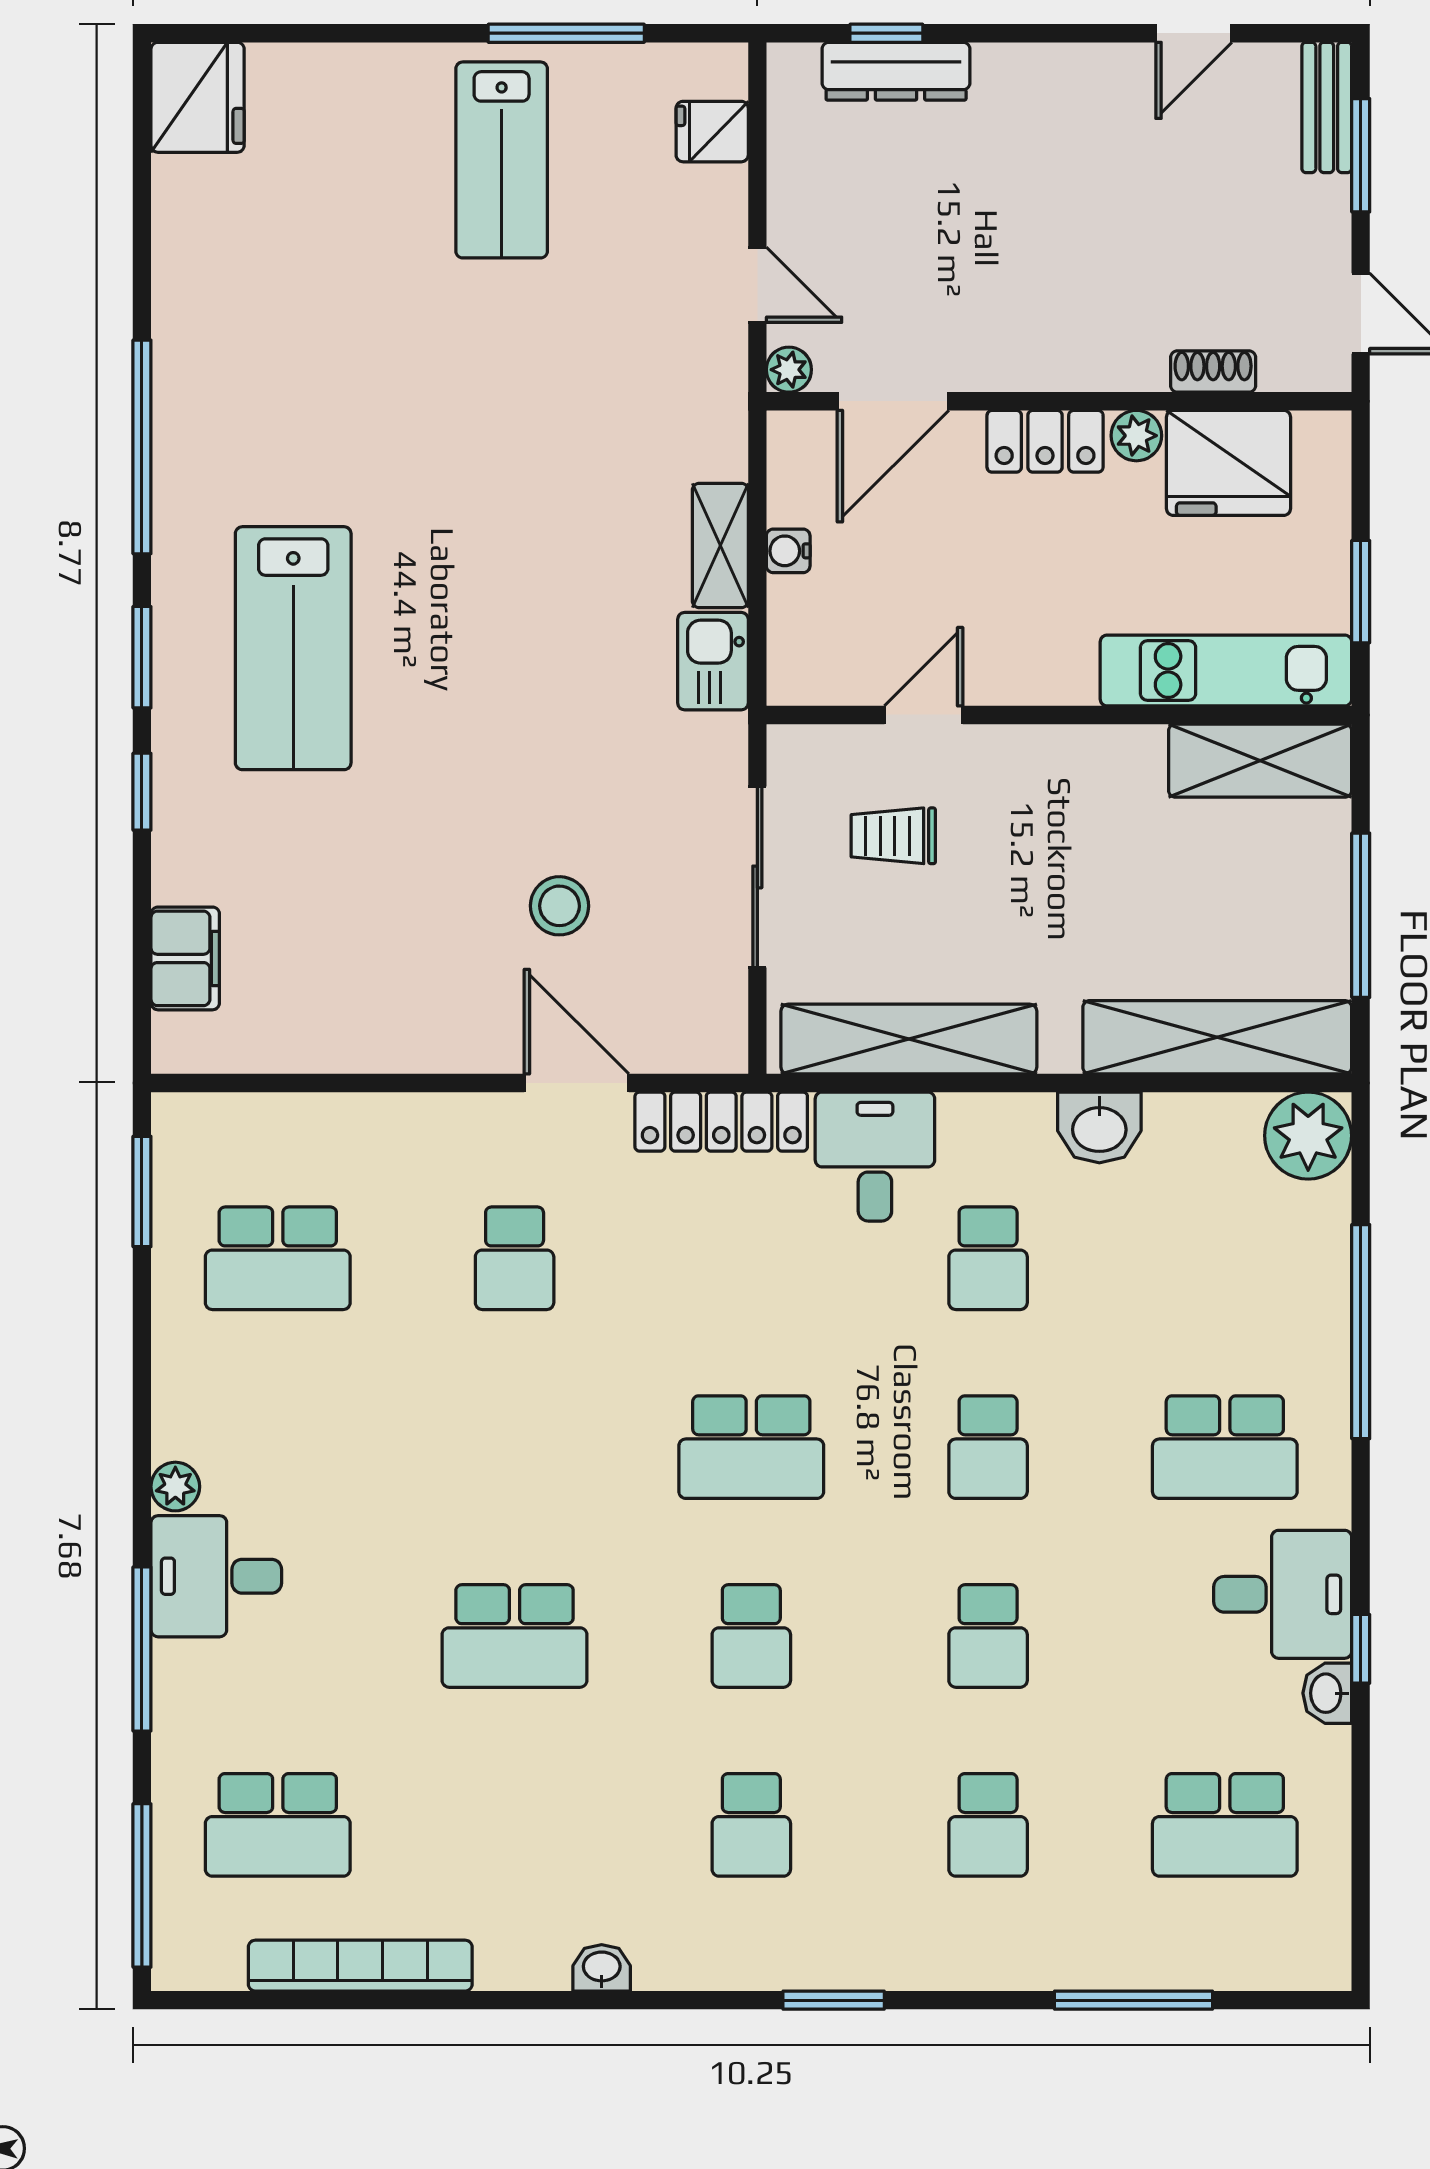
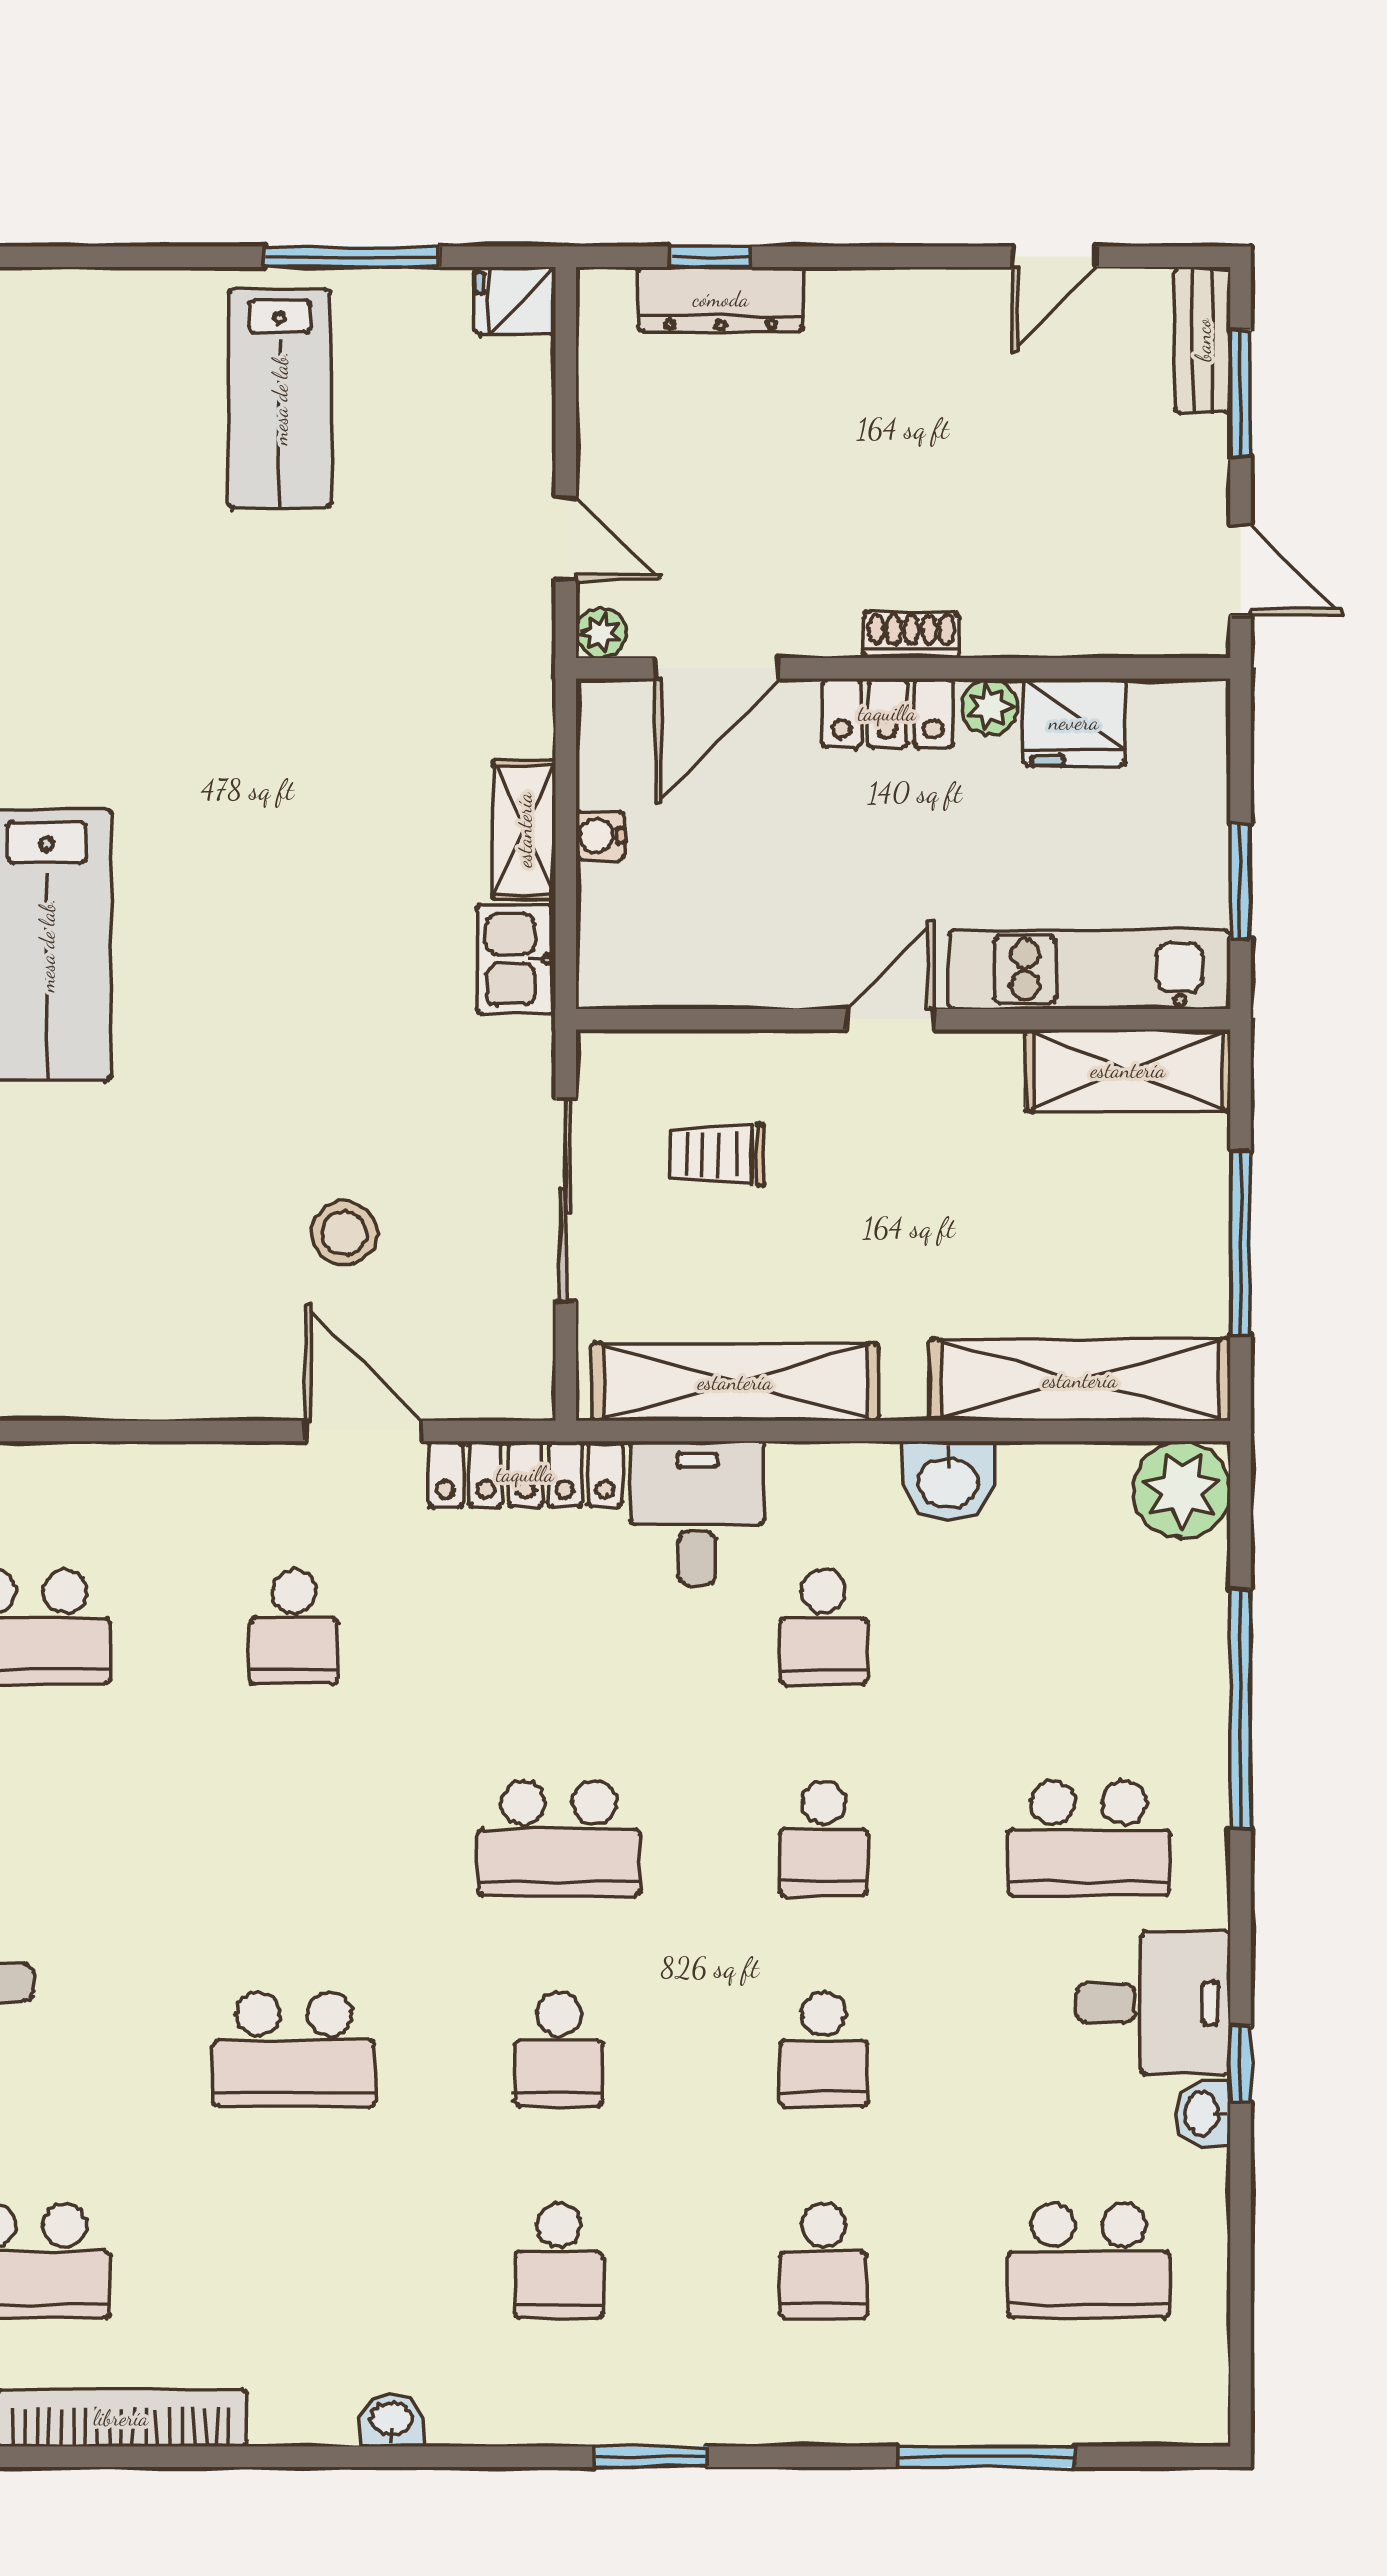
fridge: (712, 132) -> (515, 301), moved
shoe rack: (1213, 372) -> (911, 635), moved
fridge: (1228, 463) -> (1074, 722), width x0.73, depth x0.75
door: (924, 715) -> (890, 1019), moved

